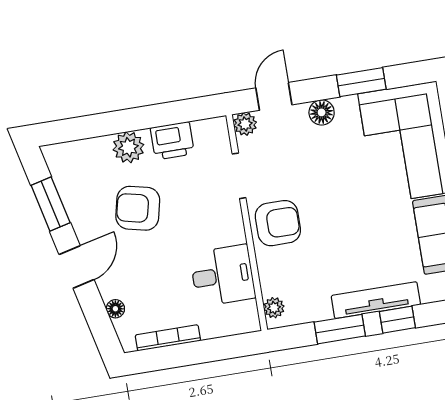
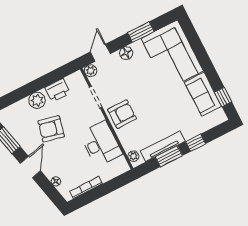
desk: (223, 275) -> (101, 144), width x1.37
tv unit: (376, 300) -> (163, 146), moved

